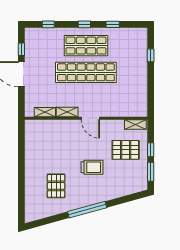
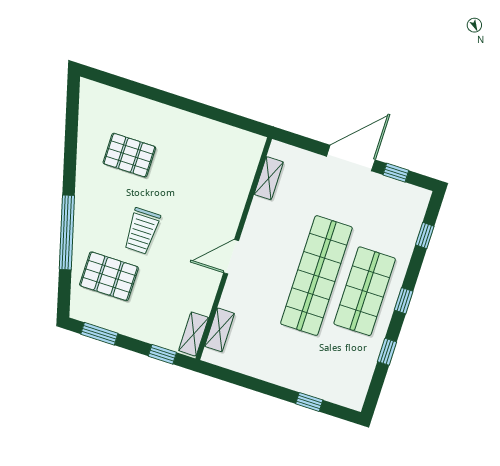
shelving: (67, 112) -> (220, 330), moved
pallet: (126, 150) -> (109, 276), moved, turned 90
window: (151, 150) -> (162, 354), moved
window: (87, 210) -> (67, 232), moved

